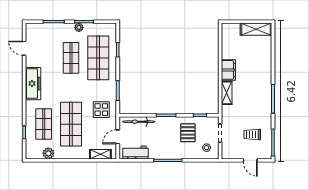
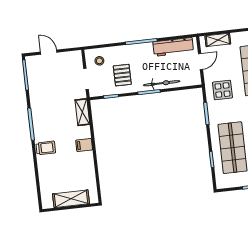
shelving: (256, 29) -> (71, 199), moved
filing cabinet: (228, 70) -> (84, 145), width x0.50
shelving: (227, 93) -> (82, 112), moved
bicycle: (139, 122) -> (162, 83), moved
trolley: (252, 134) -> (46, 148), moved
workbench: (136, 152) -> (173, 47), width x1.38

